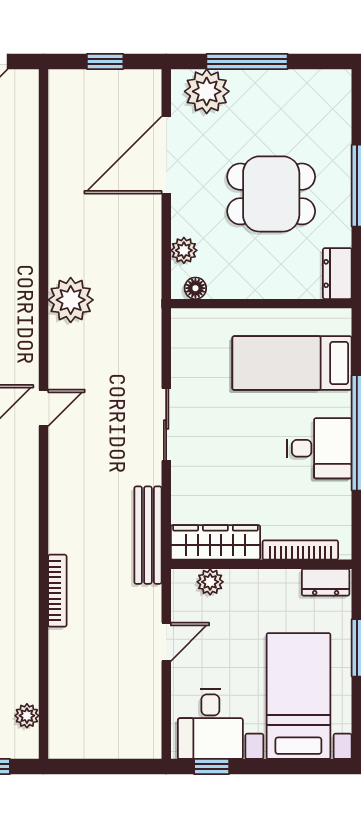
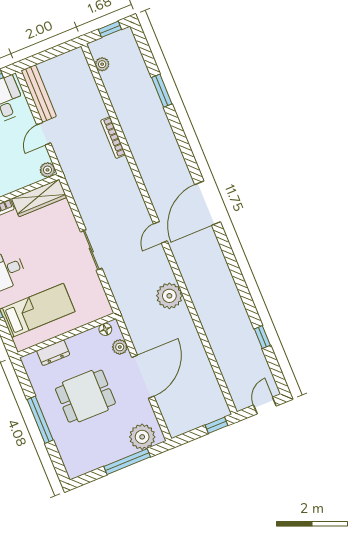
window: (105, 61) -> (216, 425), moved
door: (166, 155) -> (143, 377), moved
dresser: (337, 274) -> (53, 353), moved, turned 90
bench: (148, 535) -> (39, 94), moved
plant: (210, 582) -> (47, 170), moved

